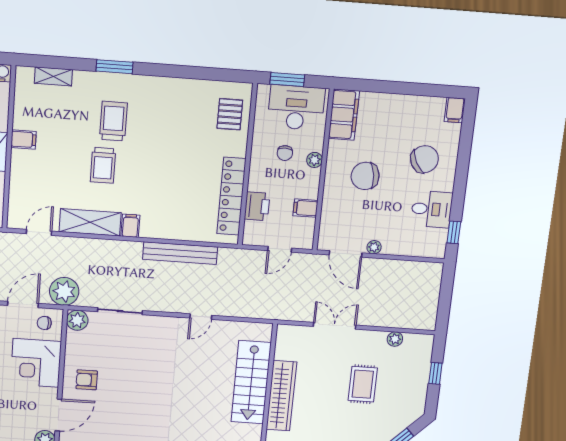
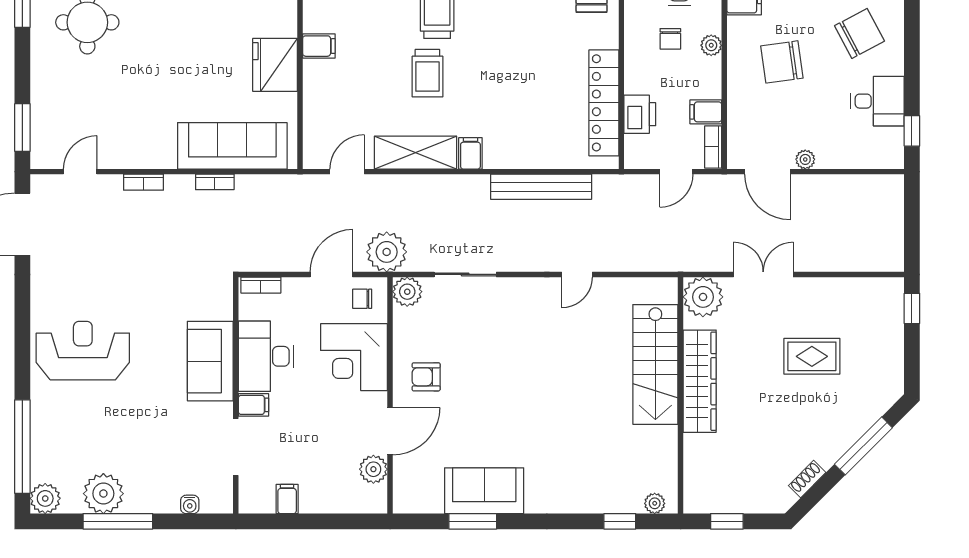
bookcase: (308, 234) -> (713, 147), added
plant: (395, 339) -> (703, 297), moved, width x1.88, depth x1.88
window: (435, 373) -> (912, 308), moved
rug: (363, 384) -> (812, 356), turned 90

